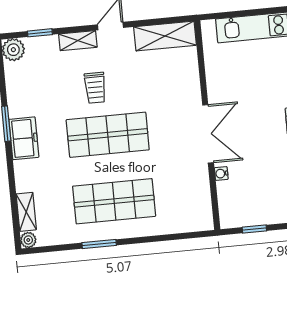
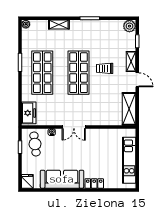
double door: (208, 134) -> (74, 127), width x0.73
freezer: (24, 138) -> (29, 113), moved, turned -90
cafe table: (246, 202) -> (35, 144), added
shelving: (26, 212) -> (59, 25), moved

